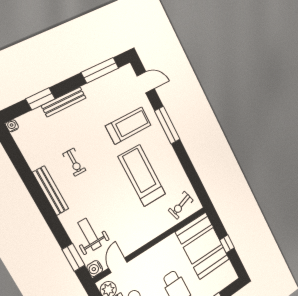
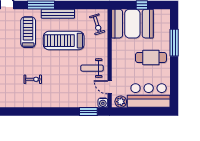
bench: (51, 191) -> (58, 14), moved
weight bench: (90, 234) -> (92, 68), moved

